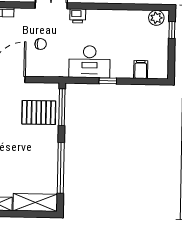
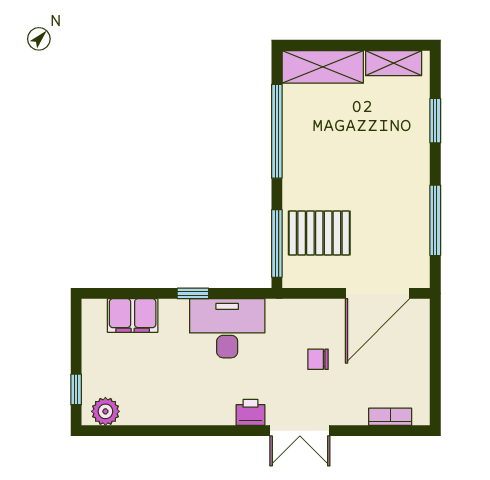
filing cabinet: (141, 70) -> (133, 315), width x2.00

